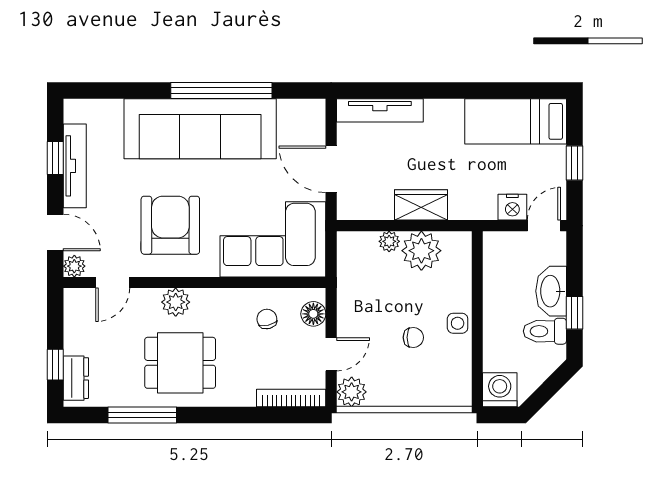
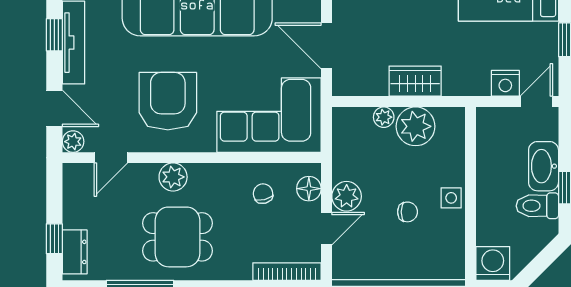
plant: (352, 392) -> (347, 196), moved

